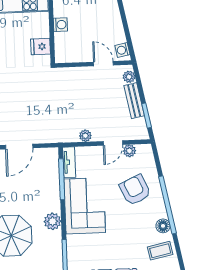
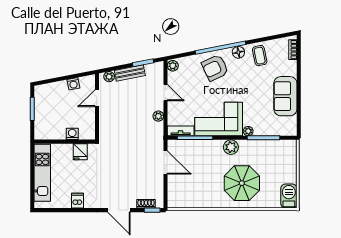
washing machine: (60, 25) -> (72, 134), moved
washing machine: (122, 50) -> (73, 84), moved
door: (19, 147) -> (165, 162), moved
plant: (129, 151) -> (173, 66), moved
armchair: (135, 190) -> (215, 68), moved
plant: (72, 241) -> (248, 131), added

